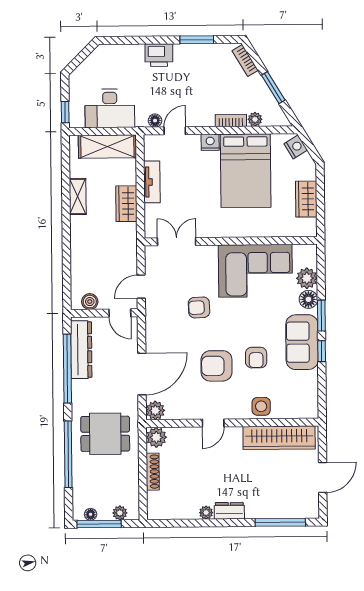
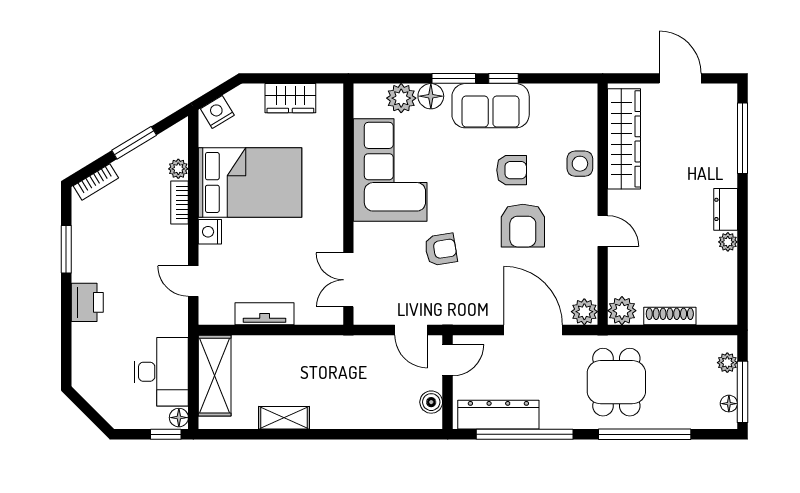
floor lamp: (155, 121) -> (179, 418), moved
wardrobe: (126, 204) -> (295, 350), removed
armchair: (199, 307) -> (441, 249), turned -96

